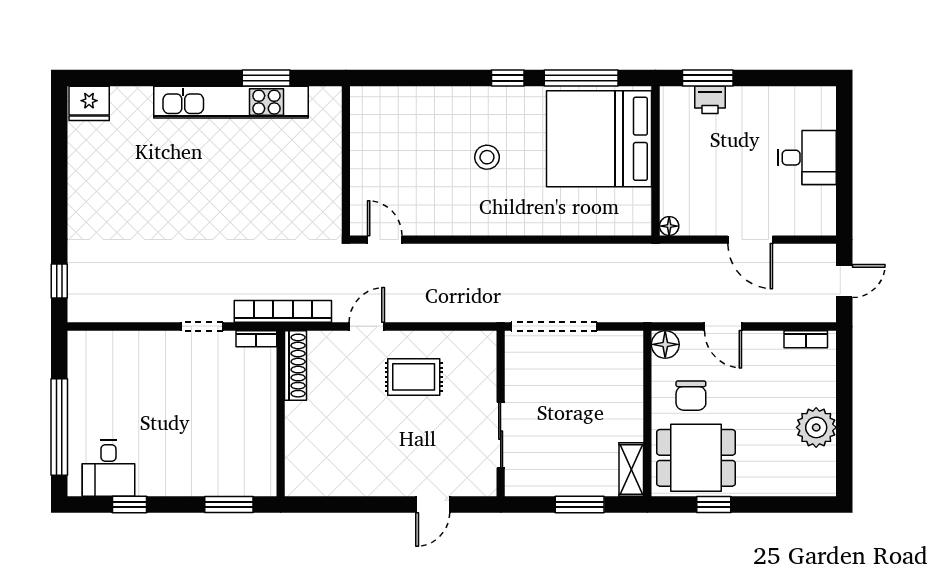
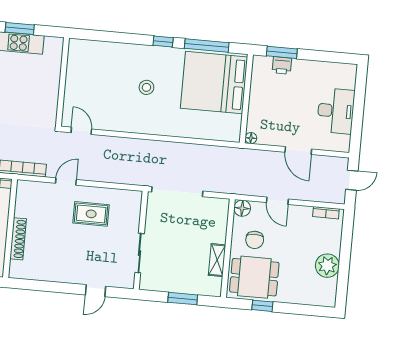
desk: (807, 158) -> (336, 111), width x1.37
shoe rack: (296, 366) -> (18, 239), moved
shelving: (631, 469) -> (217, 260), moved

